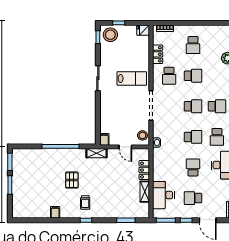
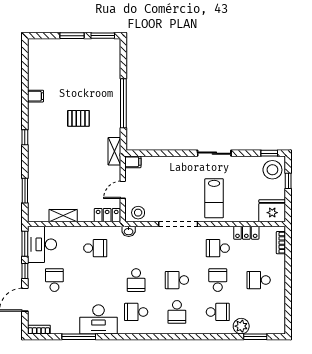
fridge: (143, 30) -> (272, 211), width x1.88, depth x1.34
school desk: (193, 76) -> (218, 280), turned 180
school desk: (217, 76) -> (218, 312), added
school desk: (193, 106) -> (177, 280), turned 90
school desk: (193, 167) -> (95, 248), moved
locker: (144, 170) -> (107, 215), moved
desk: (163, 195) -> (42, 244), moved, turned -90
trolley: (85, 203) -> (49, 136), removed

